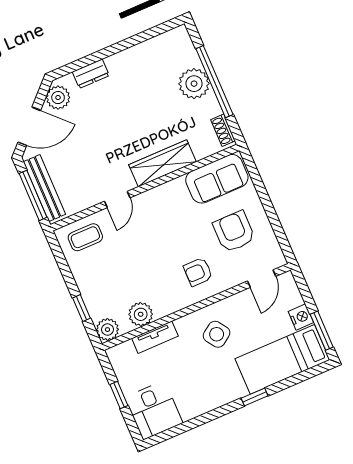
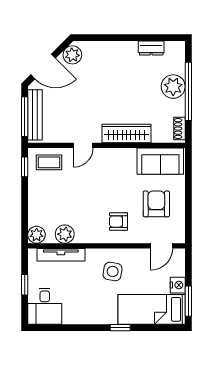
dresser: (91, 74) -> (151, 48), moved
window: (81, 308) -> (25, 167), moved
side table: (217, 334) -> (113, 271), turned 45
tv unit: (155, 337) -> (61, 255), width x1.41

